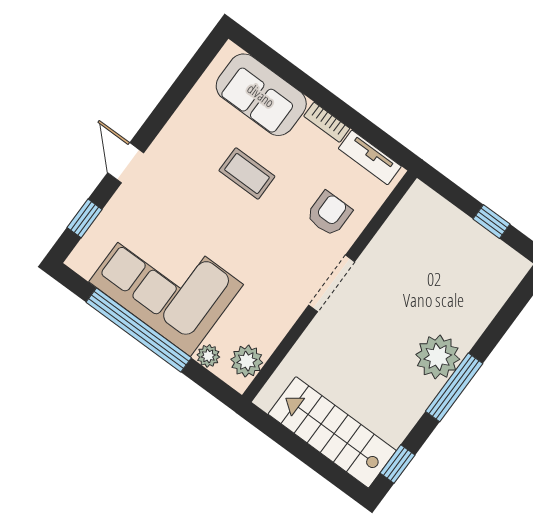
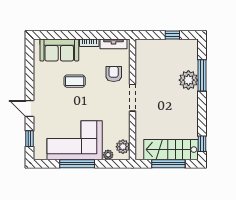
window: (139, 330) -> (77, 164), width x0.68
plant: (438, 357) -> (188, 80), moved
window: (454, 387) -> (202, 75), moved
window: (308, 455) -> (168, 164), added

